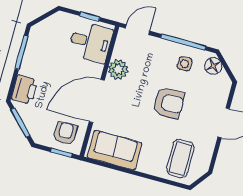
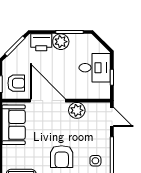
desk: (91, 42) -> (95, 68), moved, turned -90
plant: (30, 66) -> (61, 42), added

